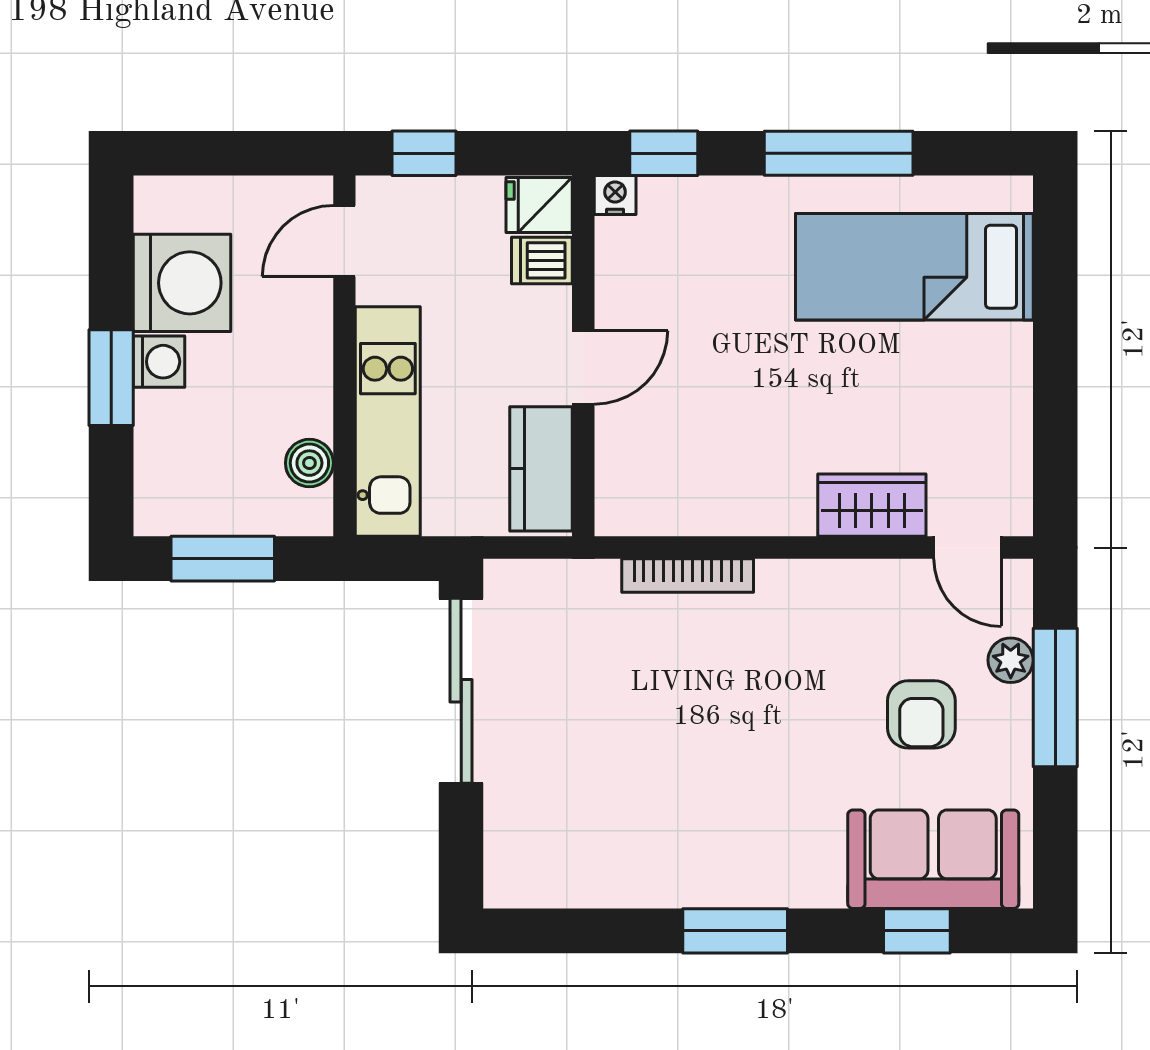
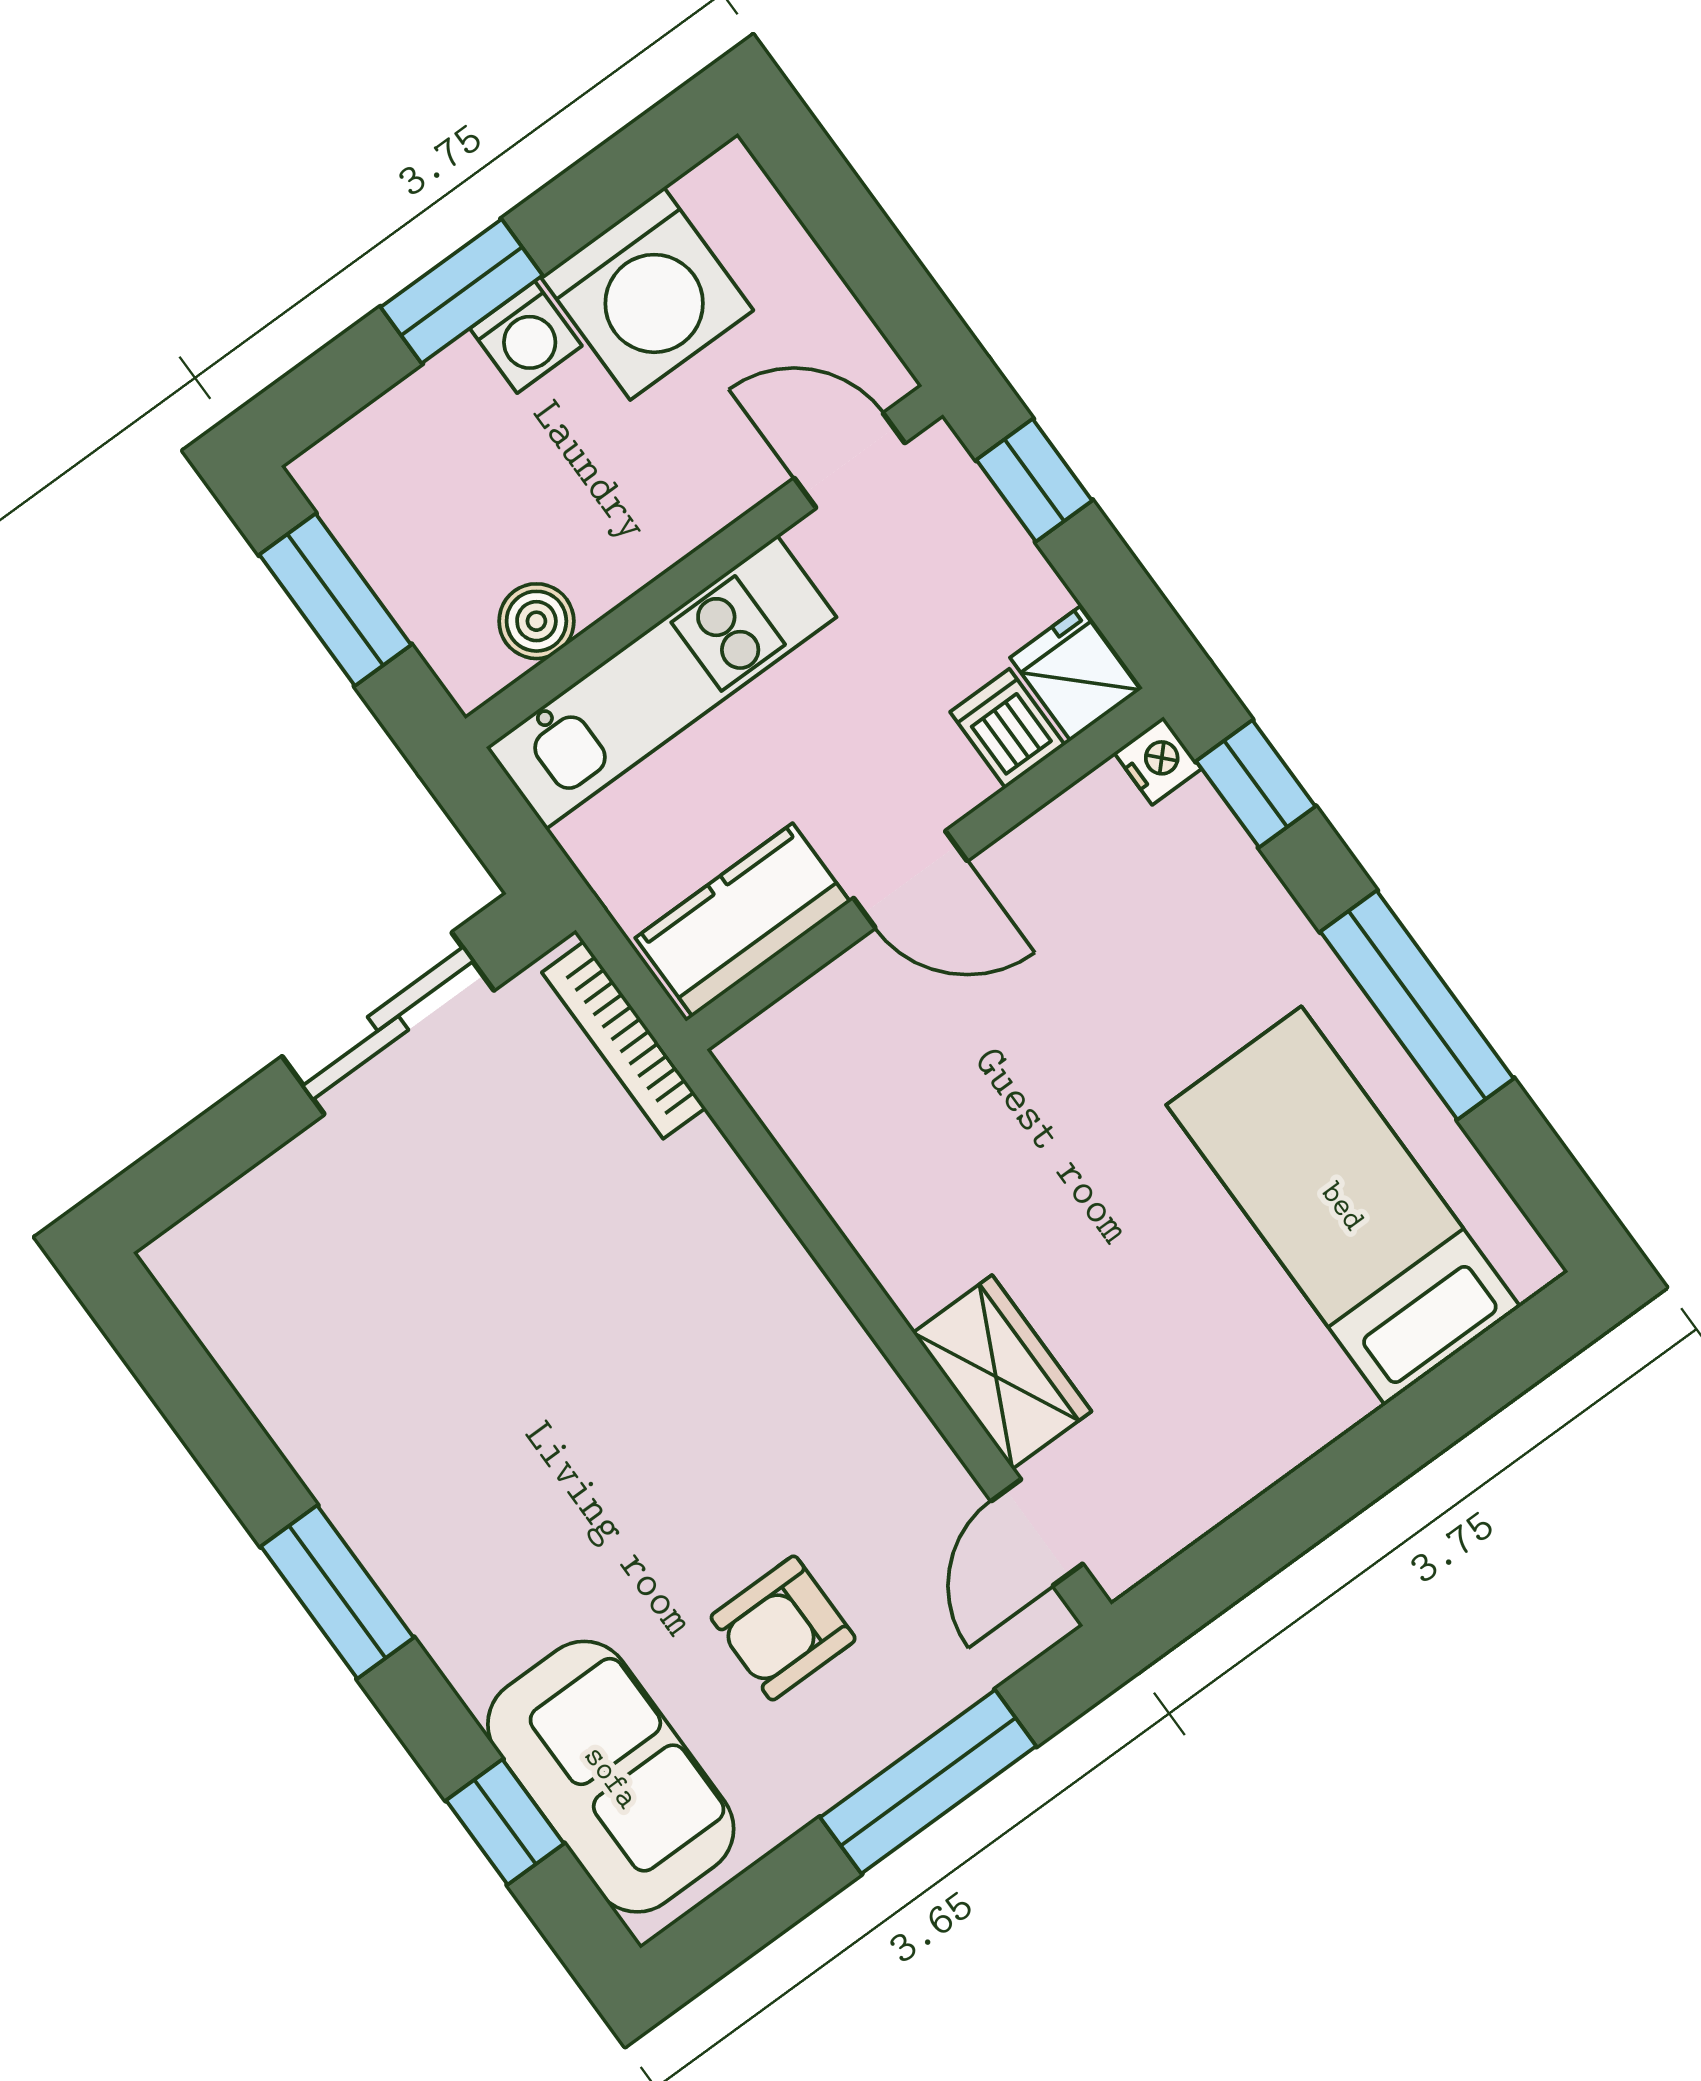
bookcase: (688, 576) -> (624, 1040), moved
plant: (1011, 660) -> (934, 1691), removed
sliding door: (461, 691) -> (388, 1023), width x0.73

